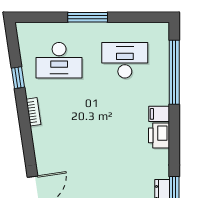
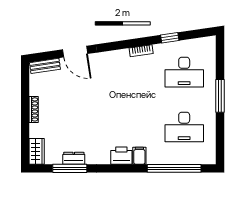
desk: (59, 60) -> (184, 72), turned -90
desk: (125, 60) -> (184, 127), turned 90

